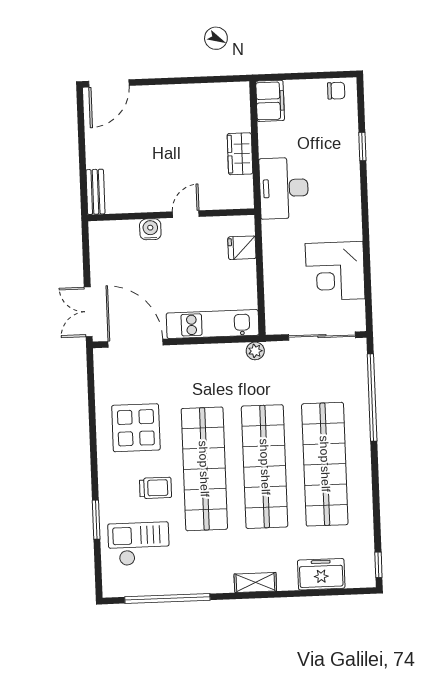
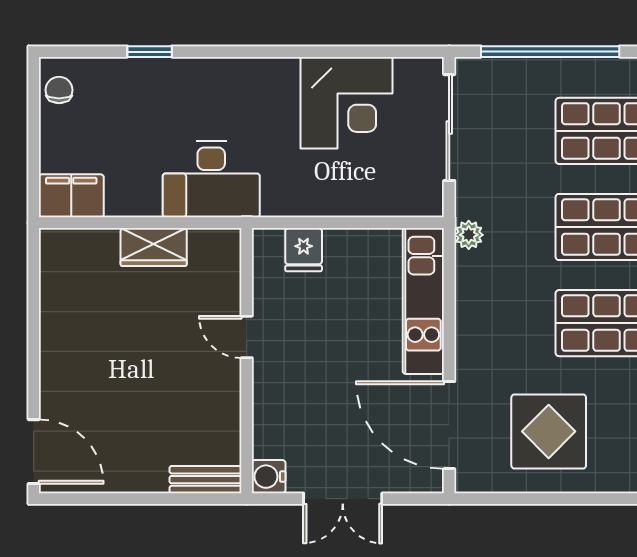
water cooler: (150, 229) -> (269, 477), moved
double door: (88, 312) -> (343, 499), moved
door: (136, 343) -> (449, 425), hinge flipped
display table: (136, 428) -> (549, 431), moved

